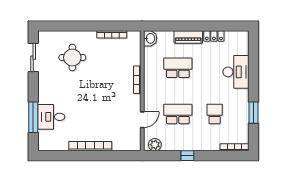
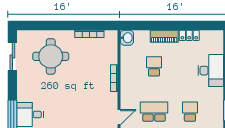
round table: (72, 57) -> (51, 56), width x1.36, depth x1.36
school desk: (178, 68) -> (154, 66), width x0.54

